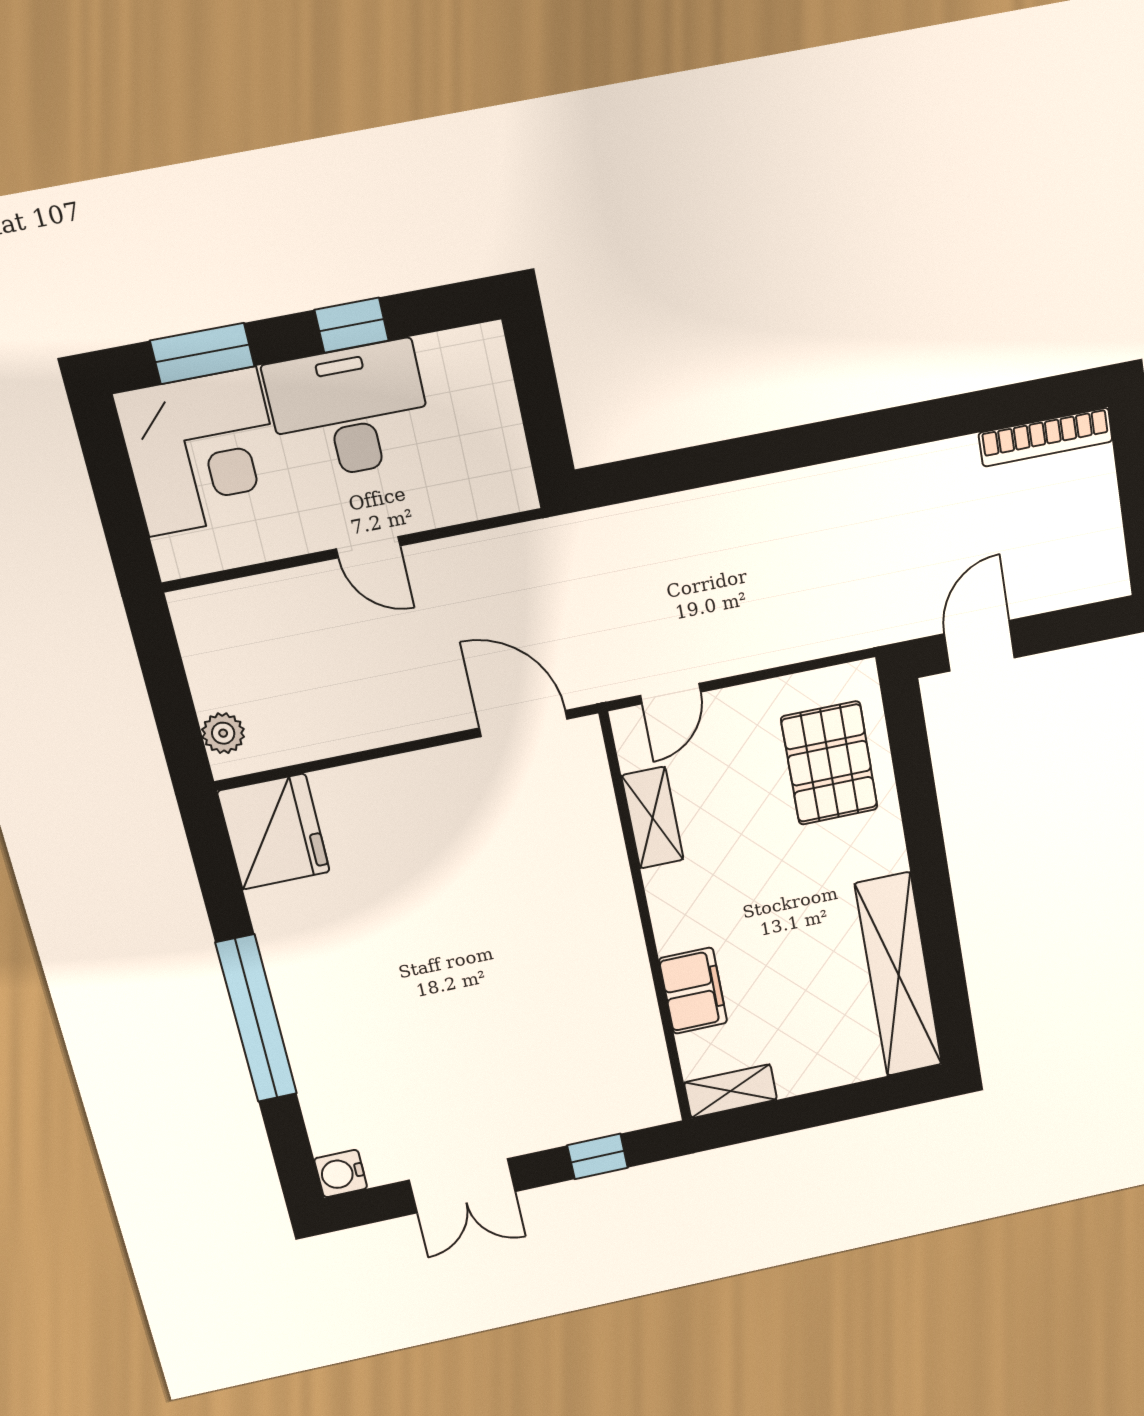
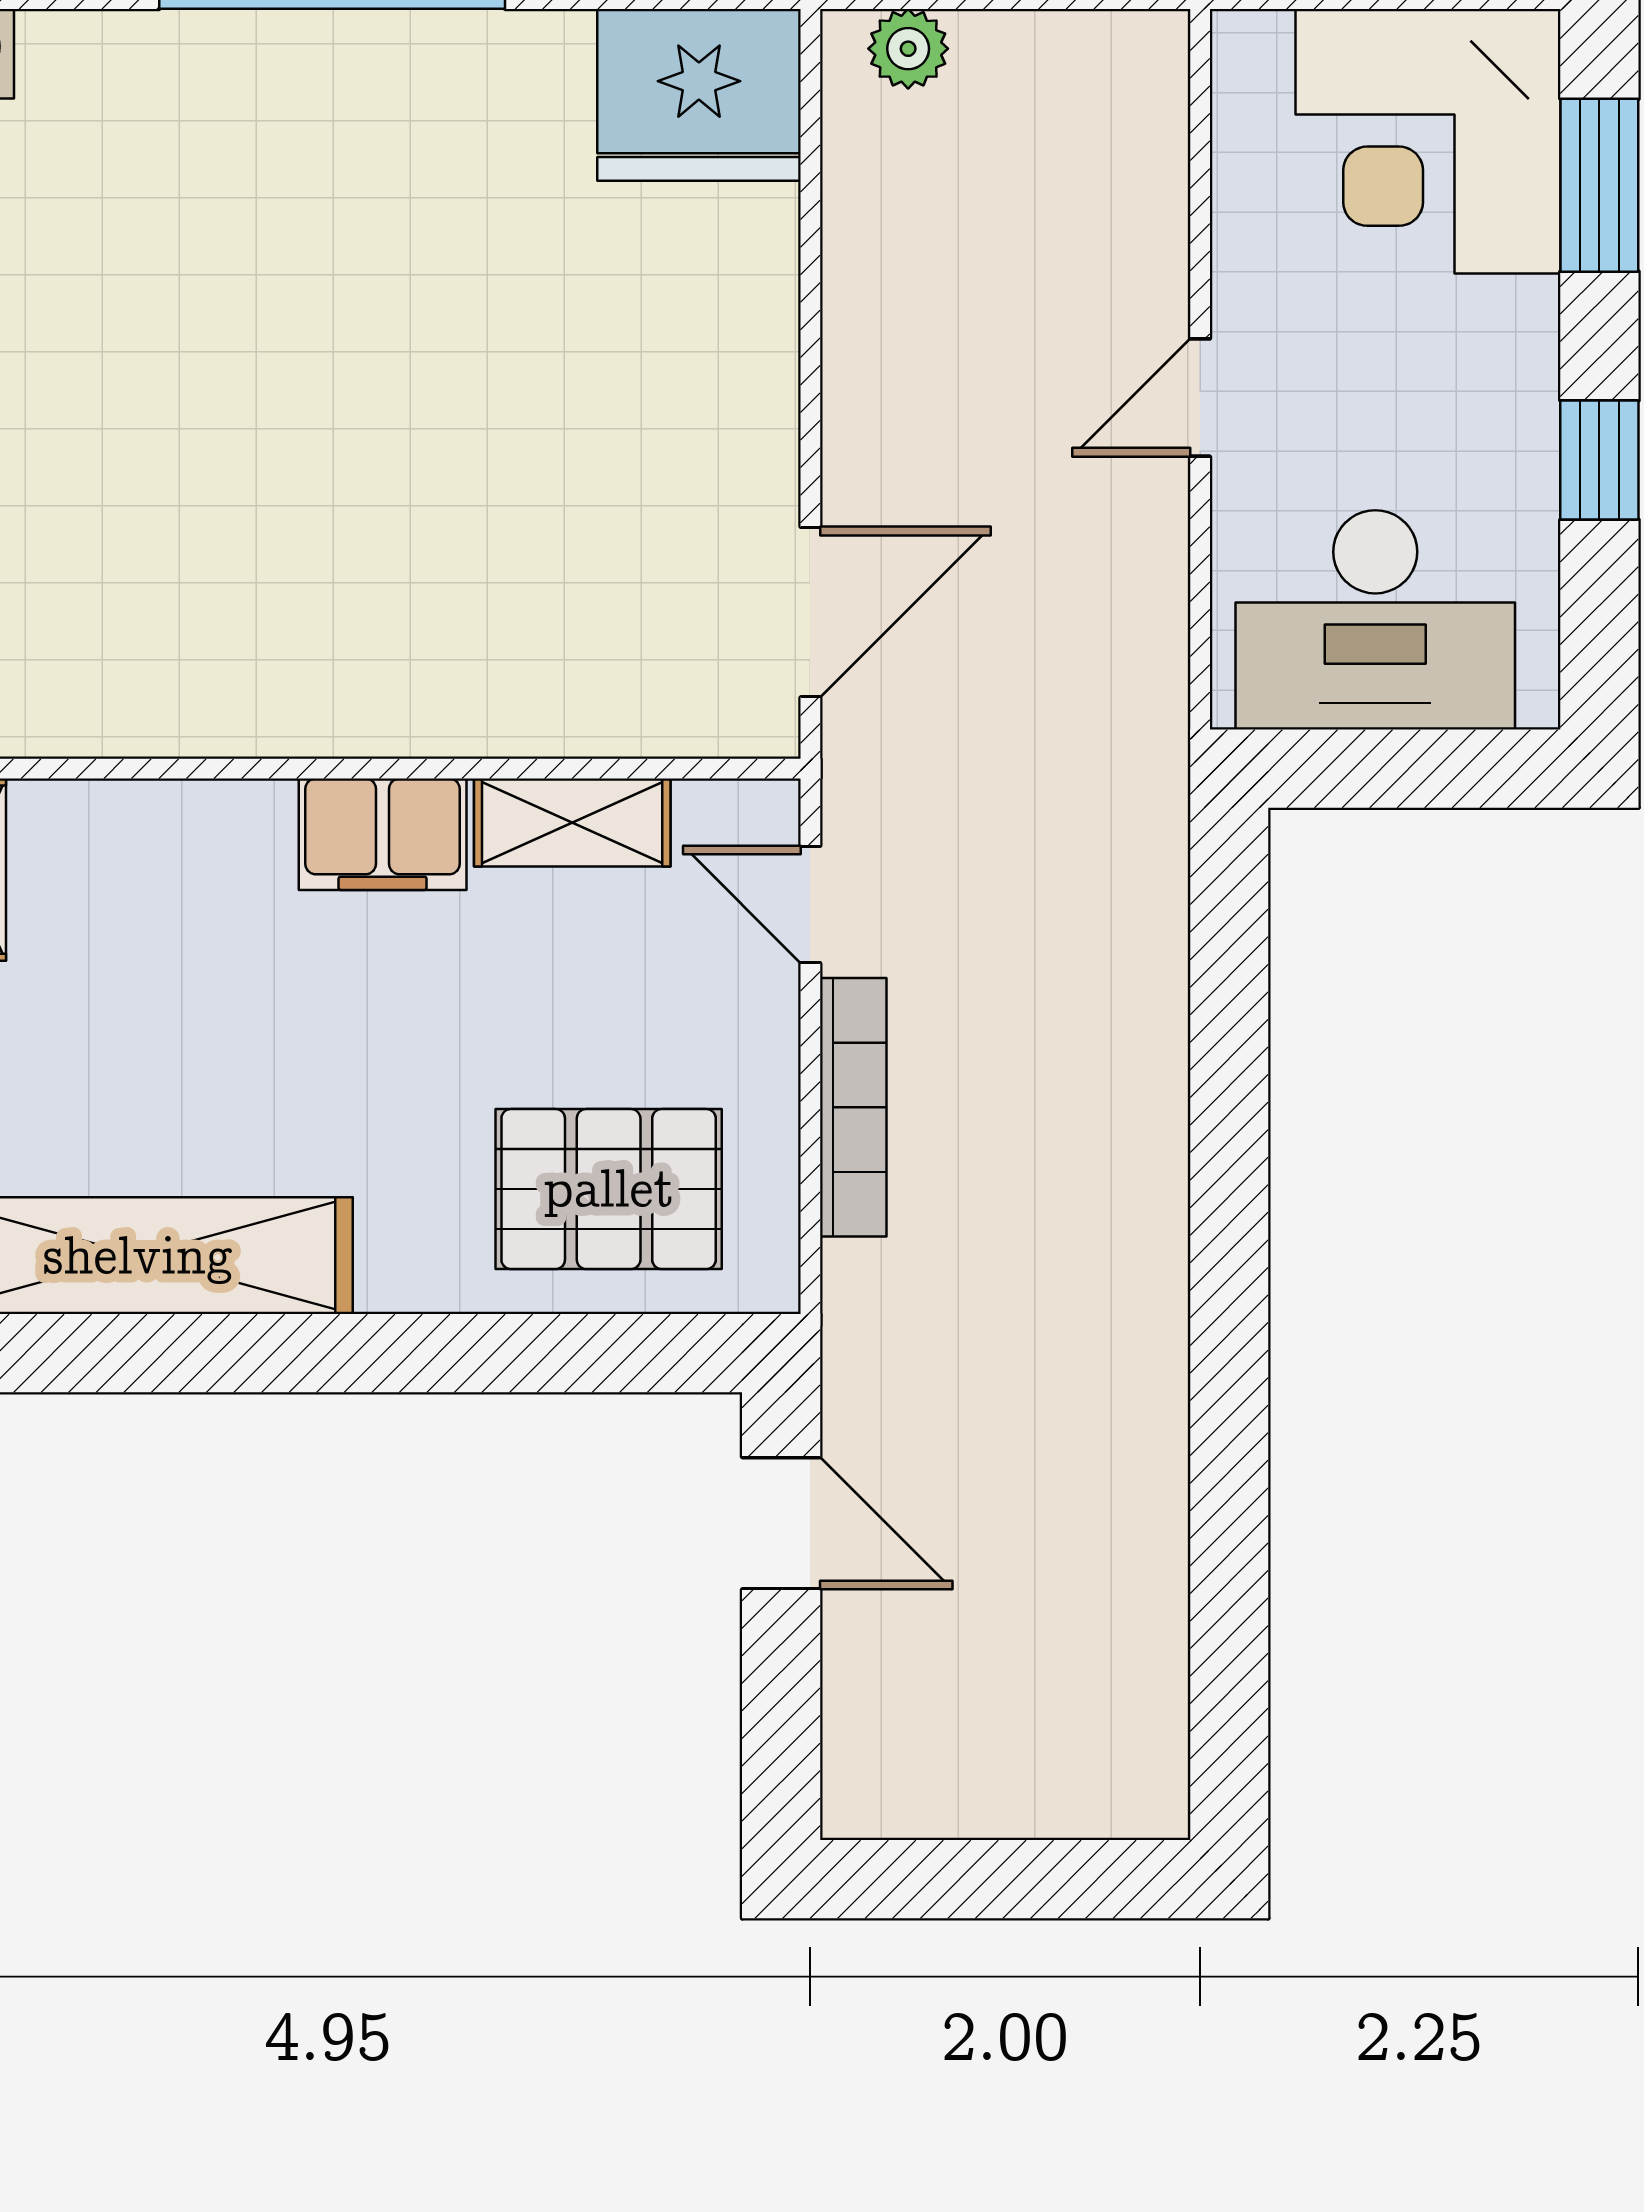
desk: (350, 411) -> (1375, 620), moved, turned 90
bookcase: (1046, 437) -> (853, 1107), moved, turned 180
filing cabinet: (693, 991) -> (383, 834), moved

